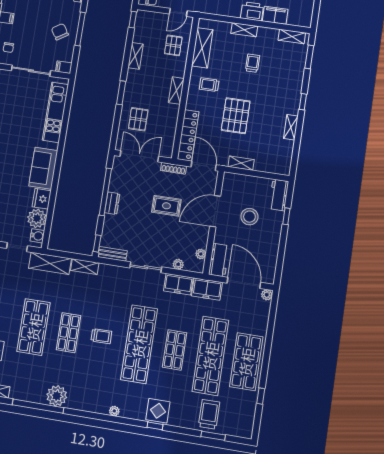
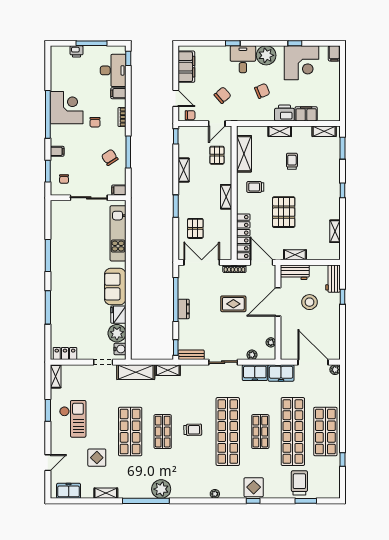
shelving: (291, 127) -> (335, 231), moved
workbench: (219, 260) -> (295, 272), moved, turned 90

